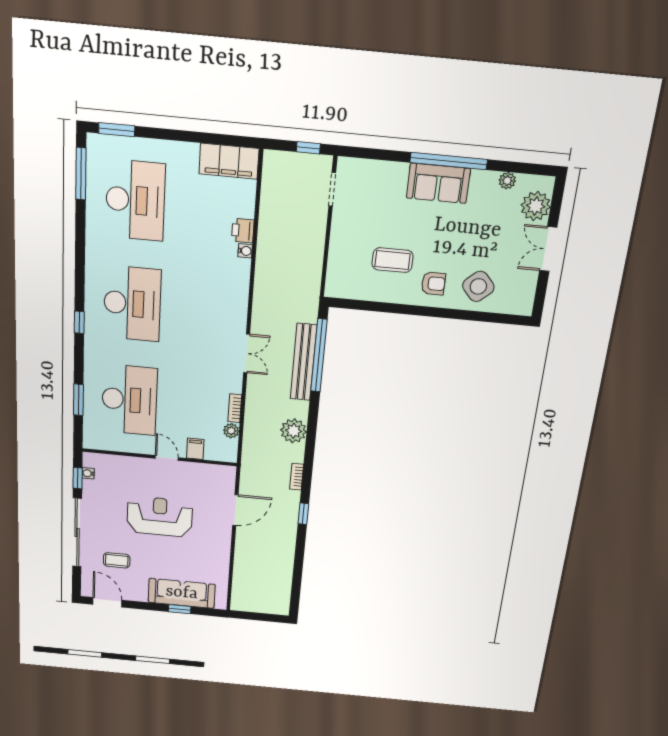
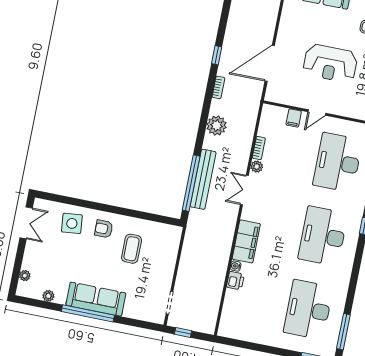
filing cabinet: (229, 161) -> (246, 241), moved, turned 90
sofa: (438, 183) -> (96, 299), width x1.36
plant: (536, 206) -> (25, 276), width x0.53, depth x0.53
double door: (548, 249) -> (26, 223), moved
coffee table: (393, 260) -> (132, 249), turned 90
side table: (478, 286) -> (72, 223), turned 36
plant: (231, 431) -> (257, 167), moved
door: (167, 458) -> (317, 113), hinge flipped
door: (235, 510) -> (270, 63), width x1.36

